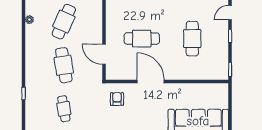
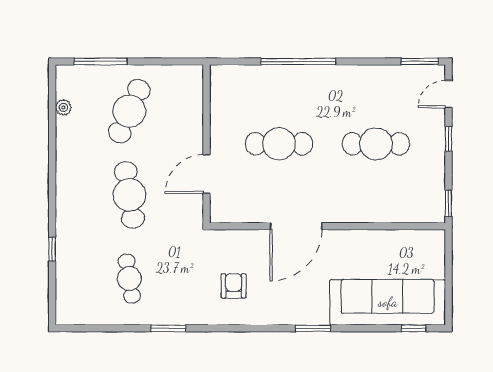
cafe table: (192, 39) -> (376, 144), turned 90
door: (104, 54) -> (207, 174), hinge flipped
door: (151, 81) -> (296, 226), swing flipped
armchair: (117, 99) -> (234, 286), moved

